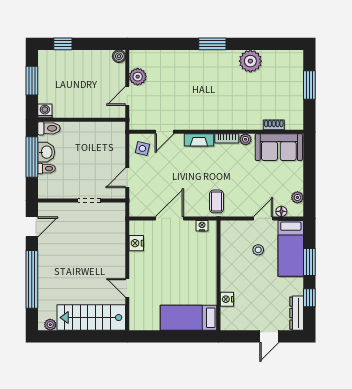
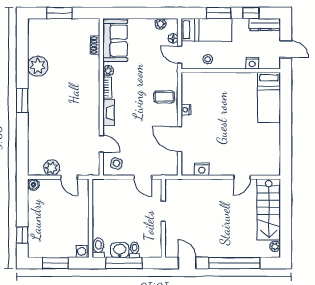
wall: (218, 275) -> (231, 71), moved
nightstand: (227, 299) -> (252, 63), moved
bed: (189, 318) -> (269, 98), moved

